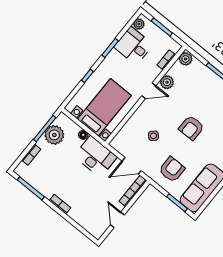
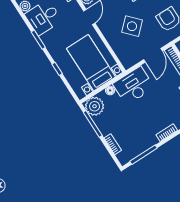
plant: (54, 135) -> (95, 106), moved
side table: (153, 136) -> (132, 26), width x1.87, depth x1.87

